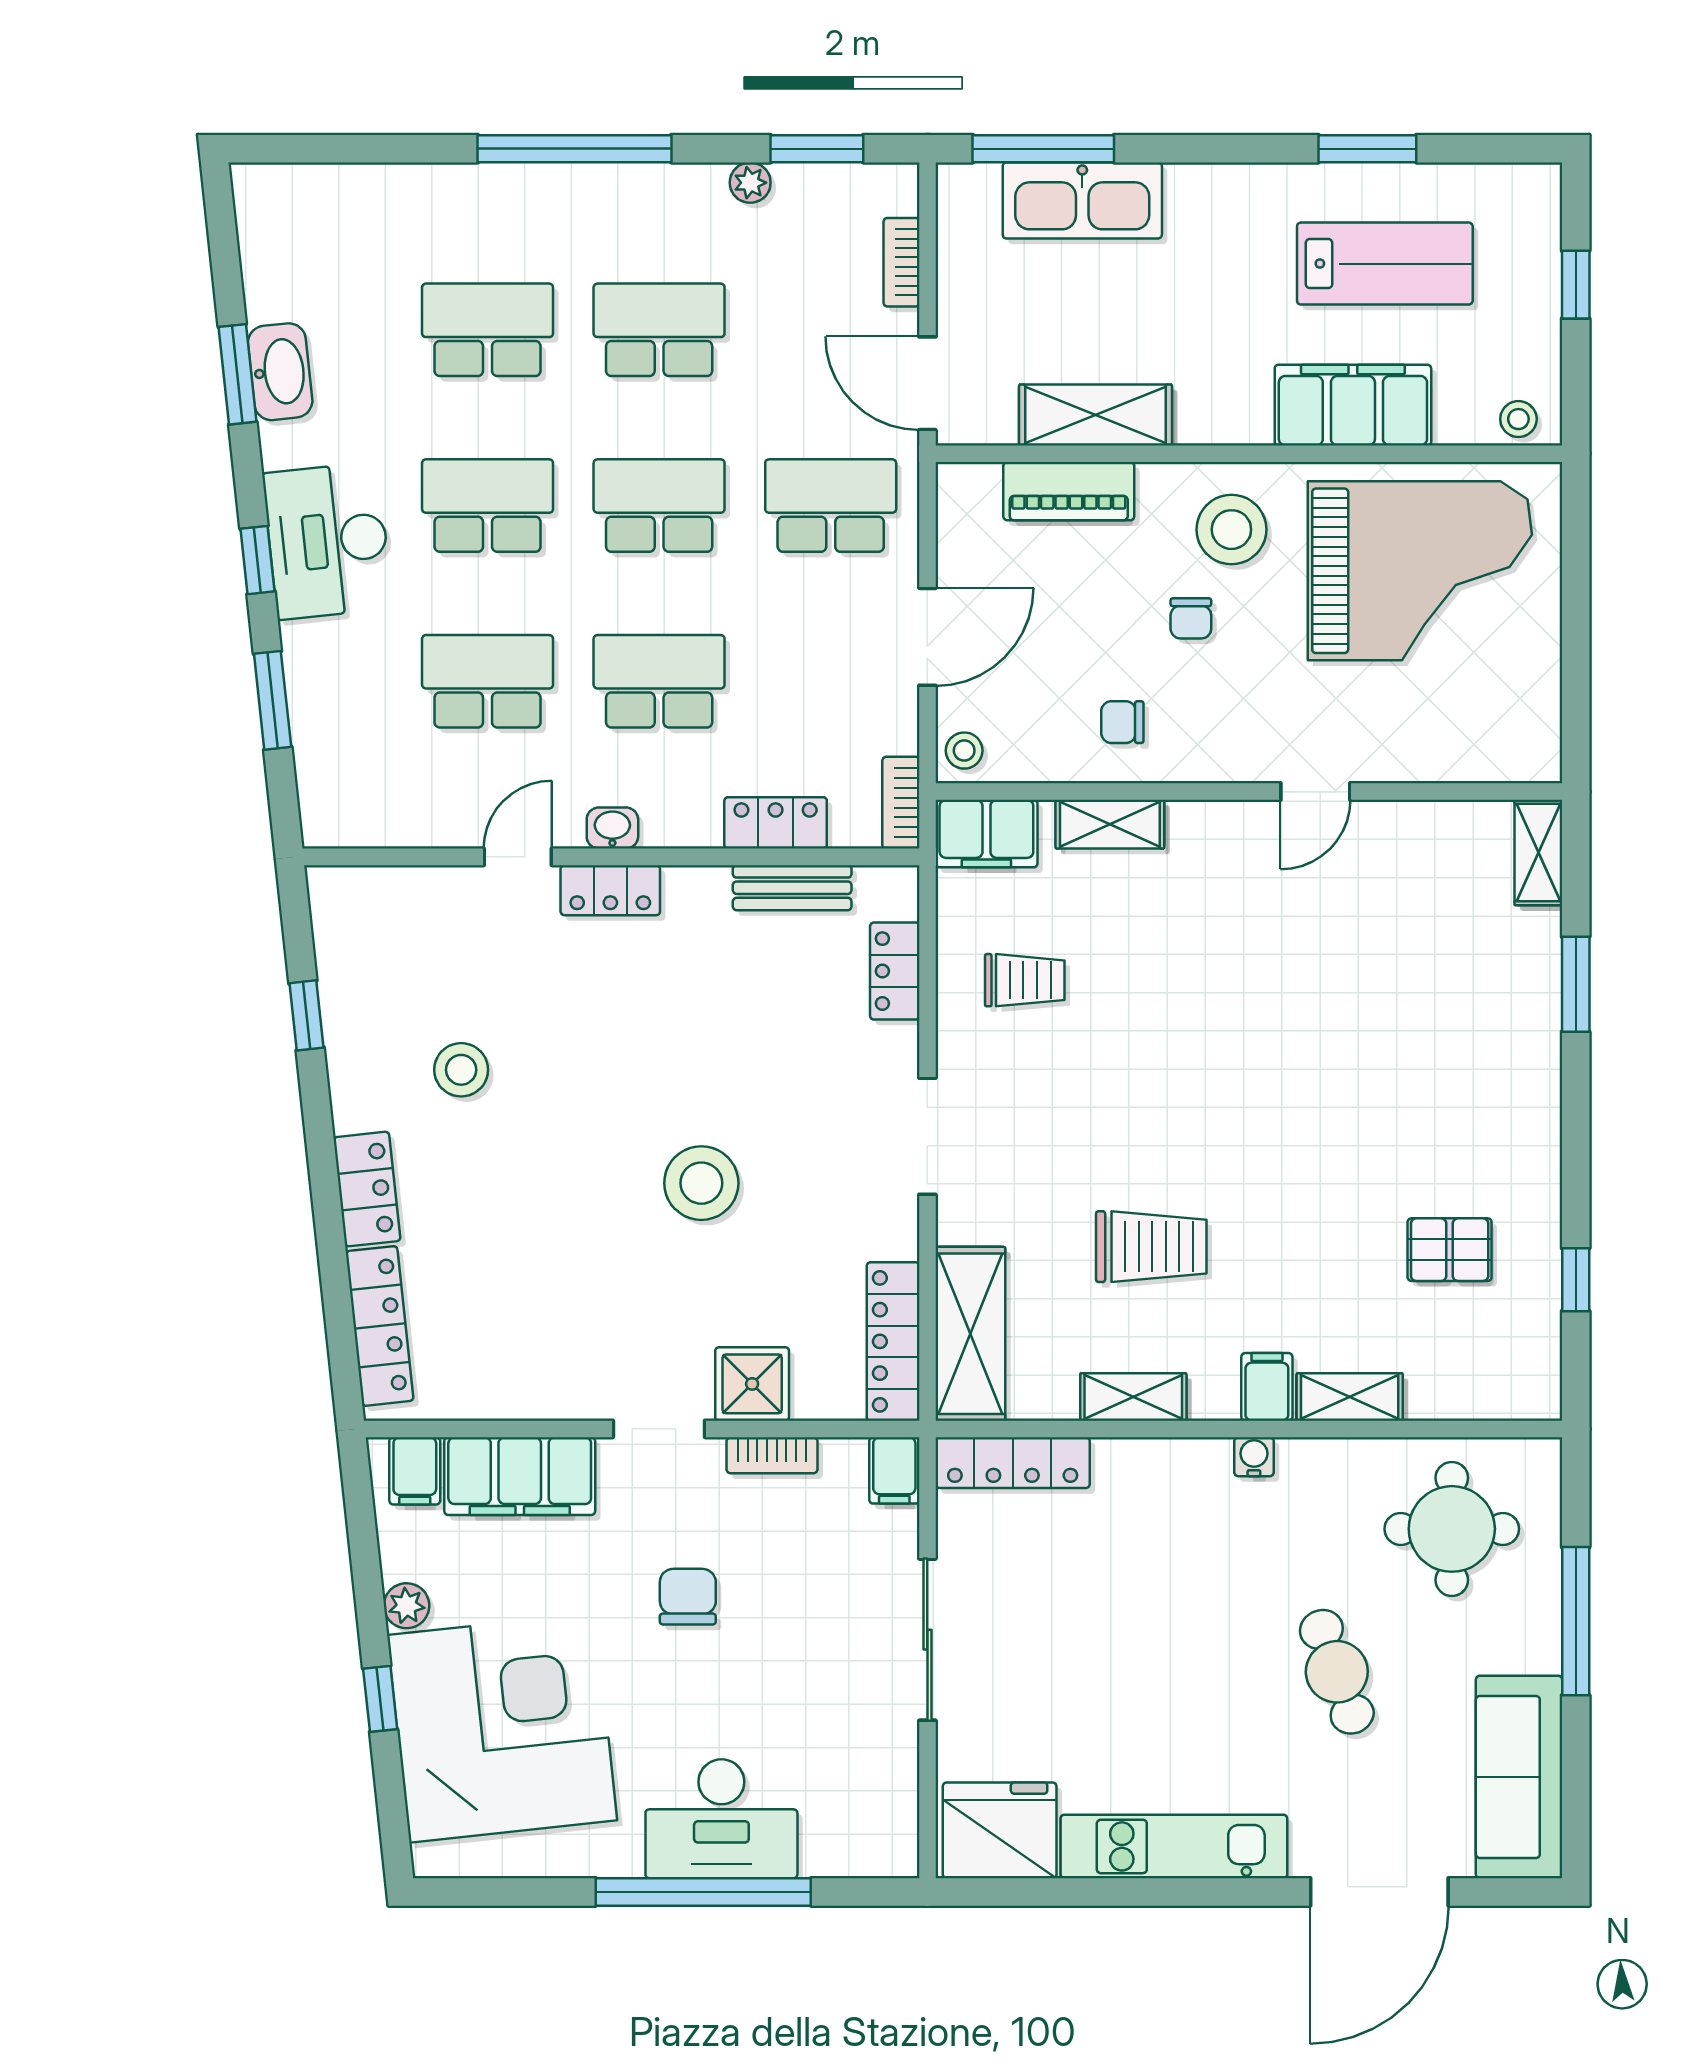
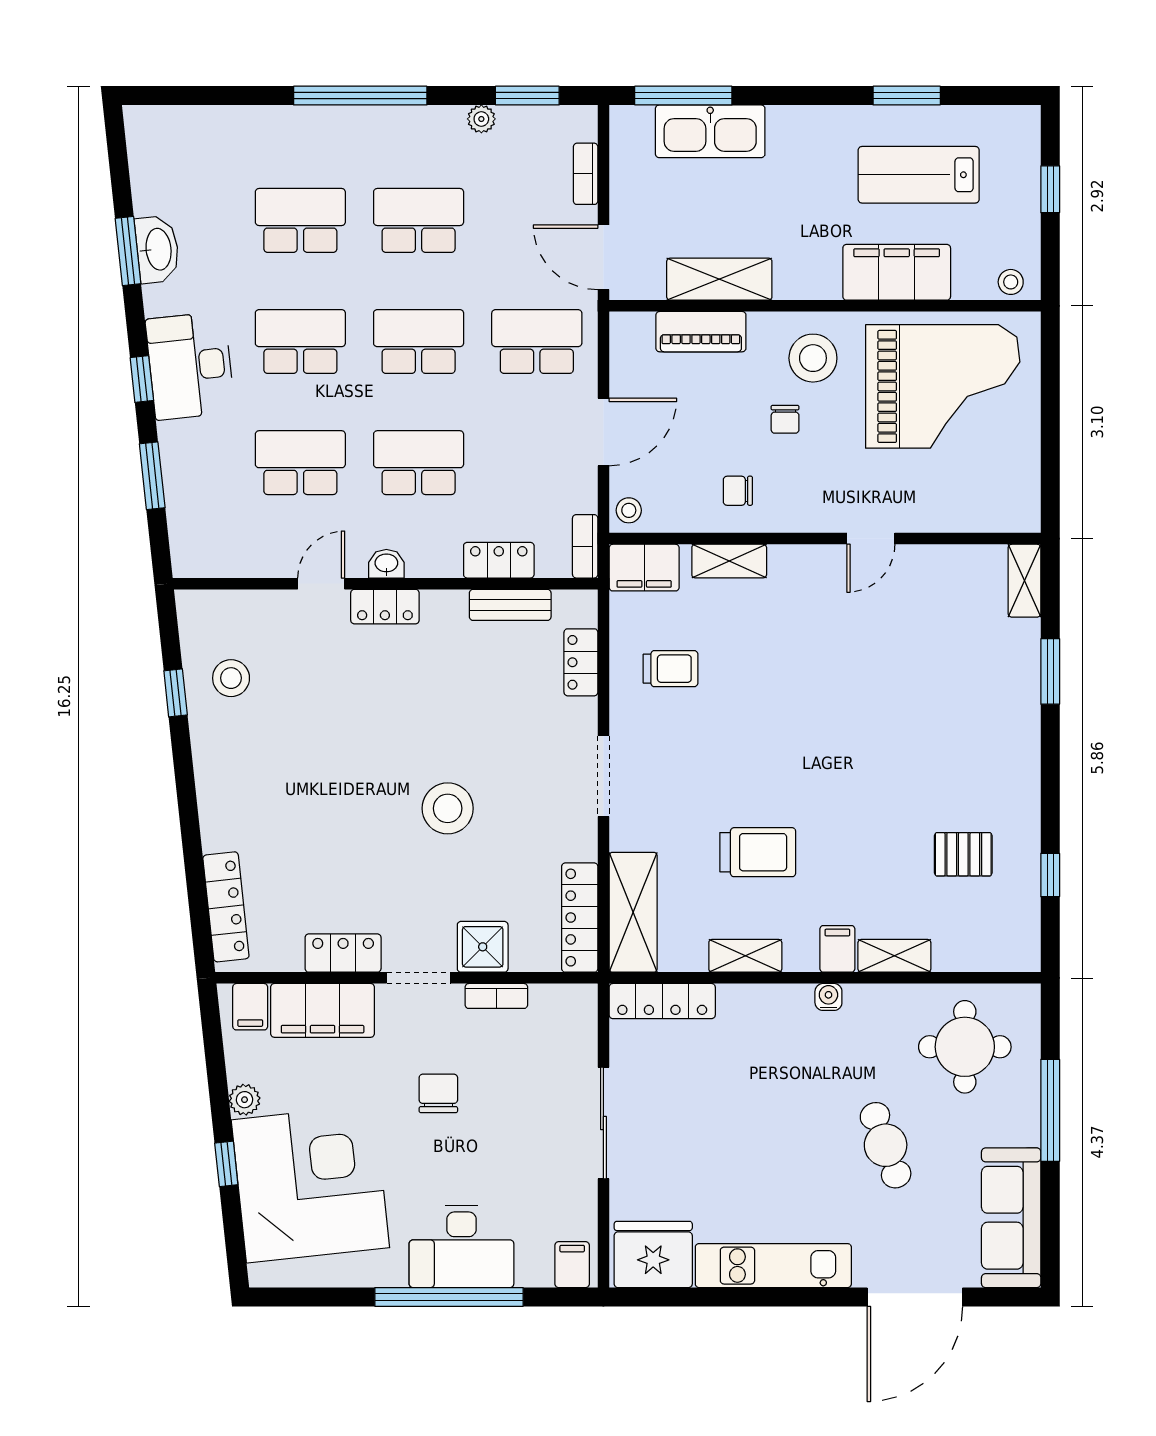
lab bench: (1385, 264) -> (919, 175), turned 180
stool: (461, 1070) -> (231, 678), moved
locker: (367, 1189) -> (343, 953), moved, turned -84
filing cabinet: (894, 1470) -> (572, 1265), moved, turned 180

